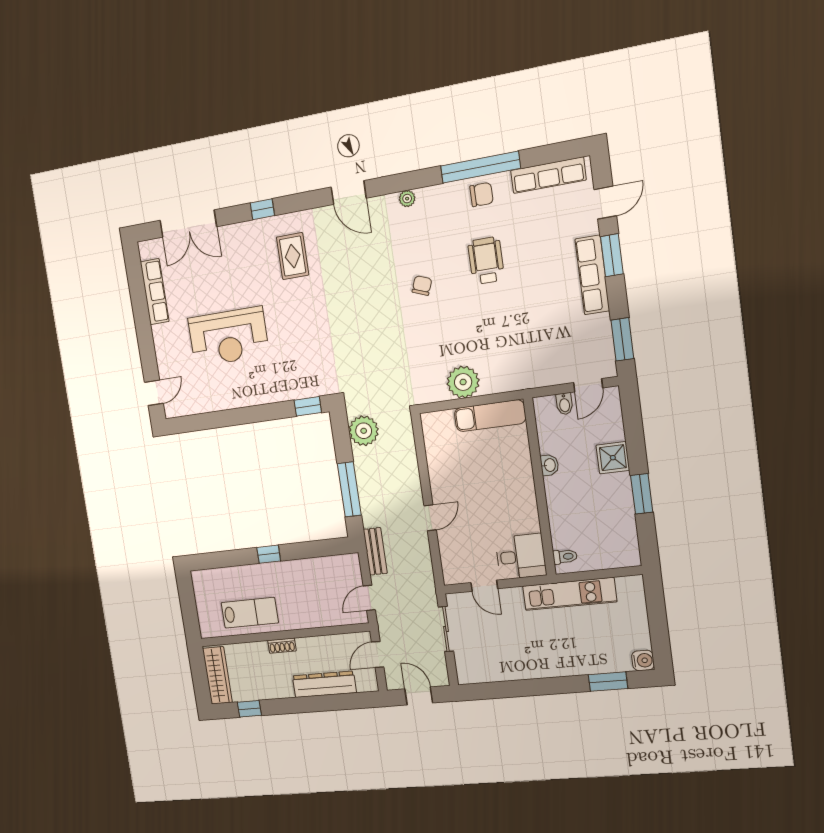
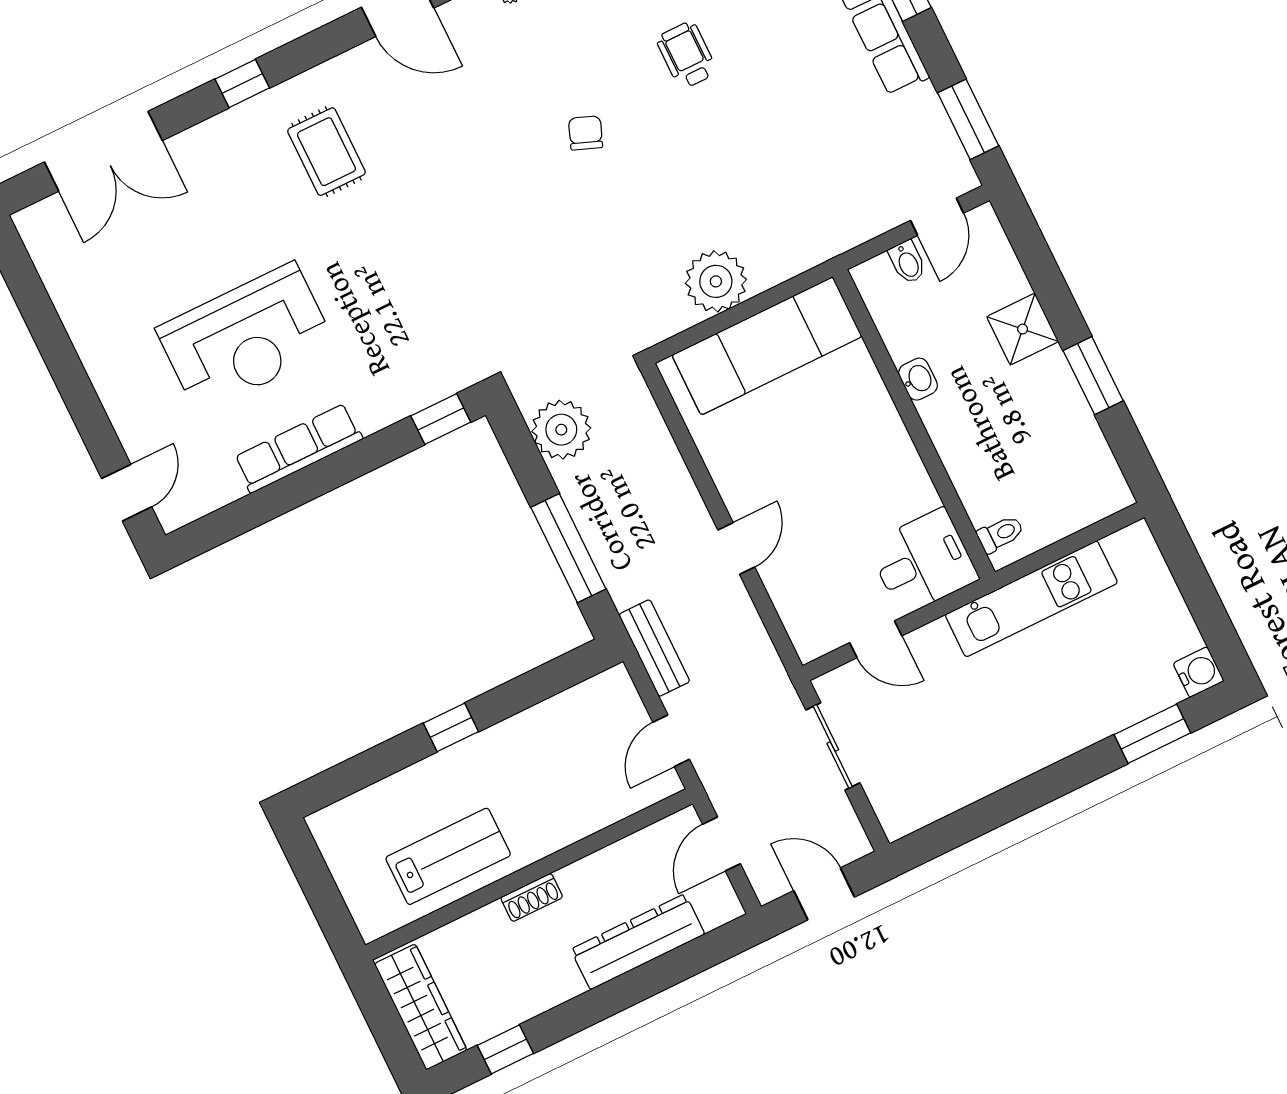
wheelchair: (486, 261) -> (687, 55), width x0.73, depth x0.73
row of seats: (155, 292) -> (298, 448), moved, turned -90
exam couch: (490, 416) -> (767, 346), width x1.36, depth x1.45

